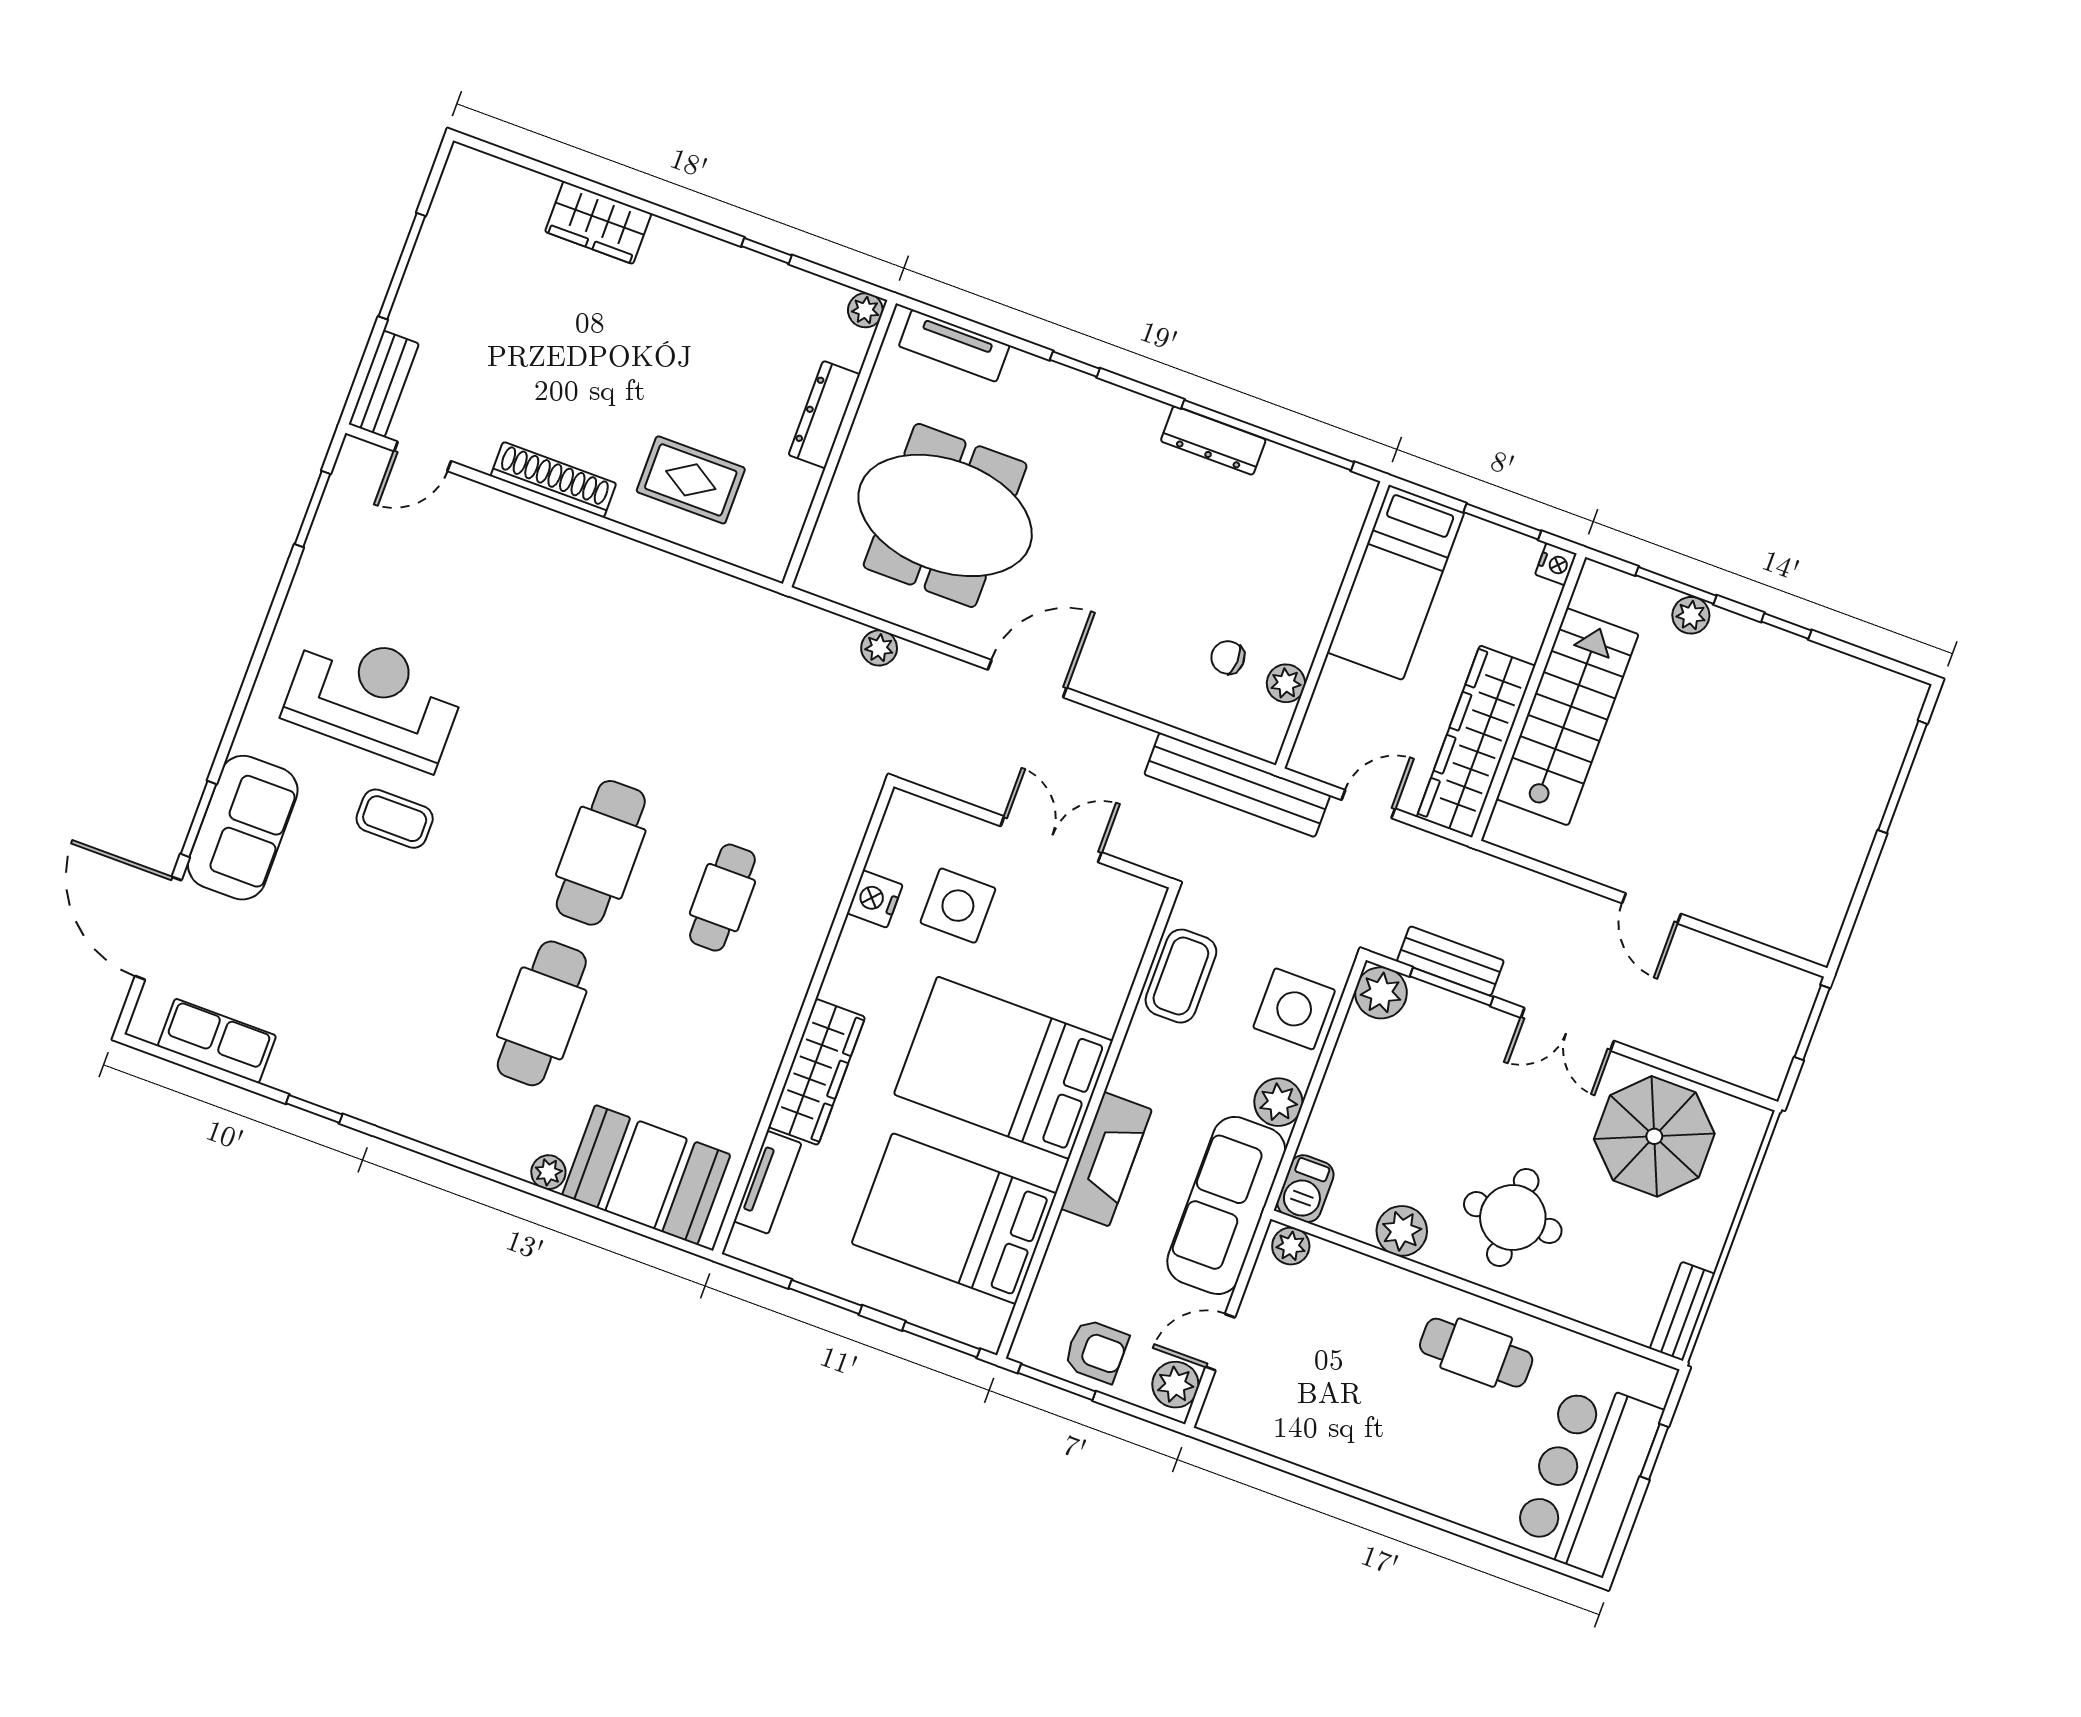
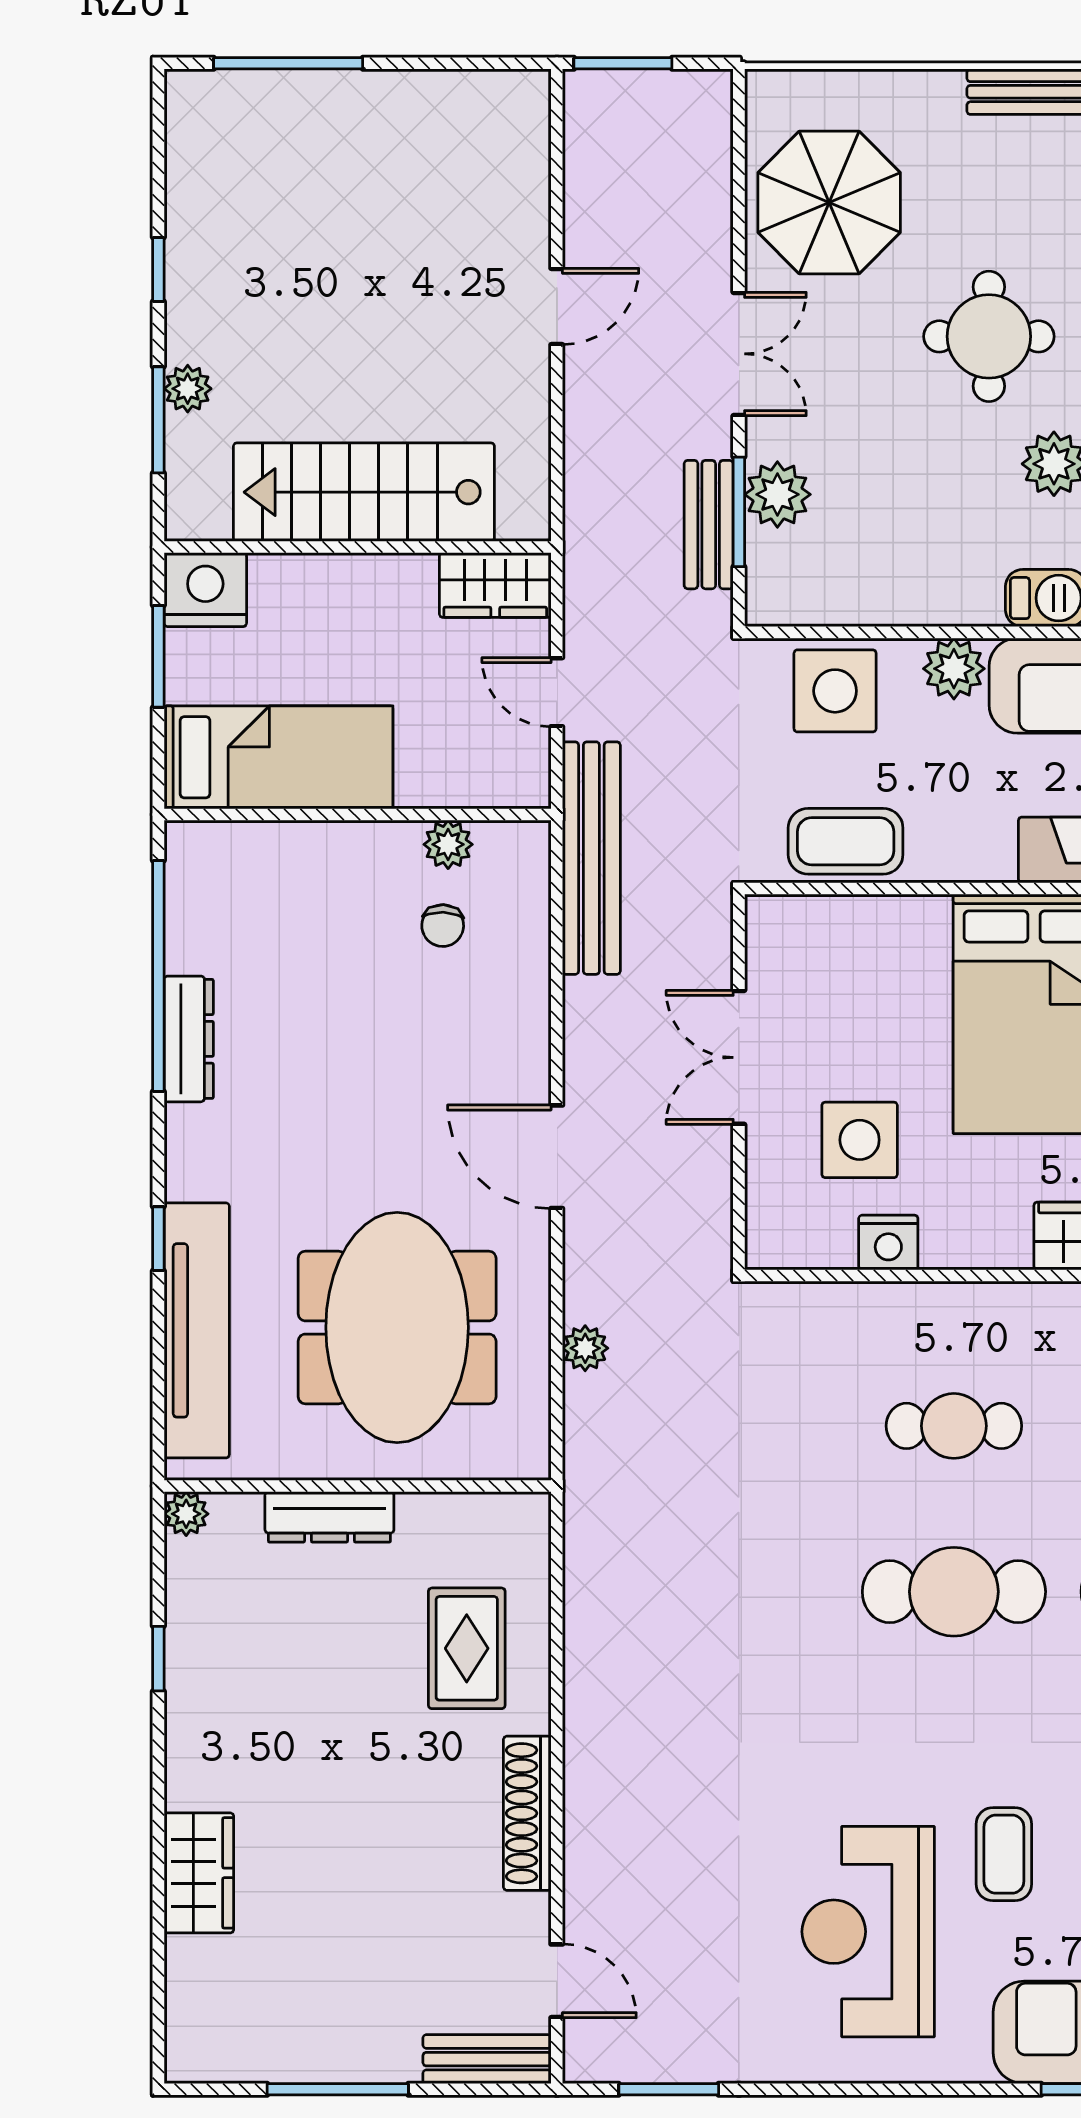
tv unit: (954, 346) -> (197, 1330), width x1.92, depth x1.29
nightstand: (1556, 564) -> (205, 590), width x1.89, depth x1.79
wardrobe: (1476, 741) -> (495, 585), width x0.48, depth x0.85
plant: (1381, 993) -> (777, 494), moved

